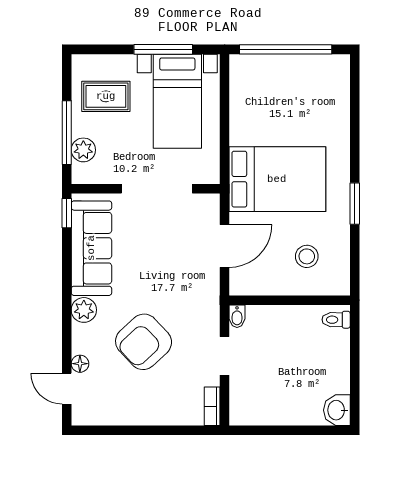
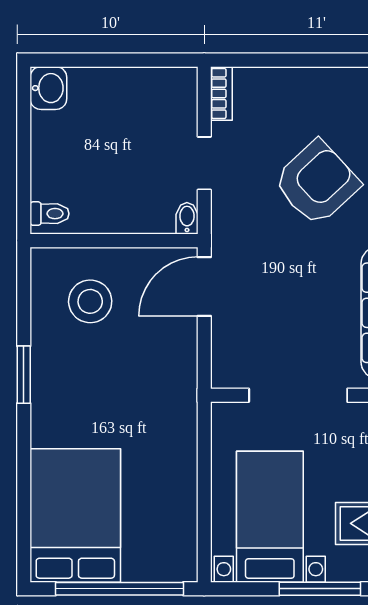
window: (163, 49) -> (320, 589), moved
bed: (277, 179) -> (75, 515), moved, turned 90
door: (225, 246) -> (204, 287), moved
stool: (307, 256) -> (90, 301), width x1.38, depth x1.38

